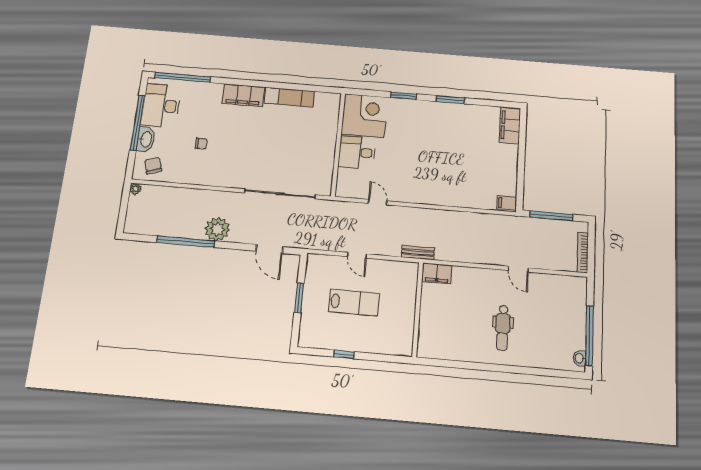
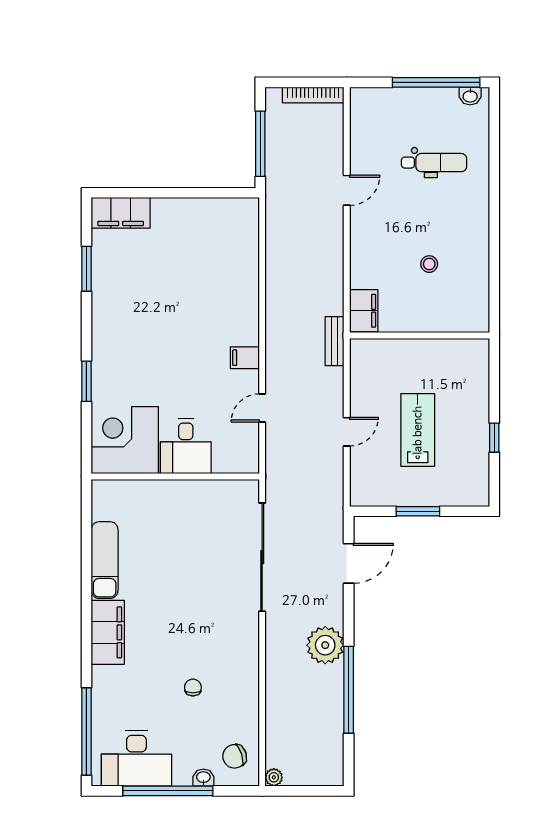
window: (450, 100) -> (86, 269), moved
washbasin: (146, 139) -> (203, 778), width x0.52, depth x0.69
filing cabinet: (507, 203) -> (245, 358), moved, turned 90
stool: (466, 320) -> (429, 264), added
dental chair: (503, 328) -> (434, 163), moved

